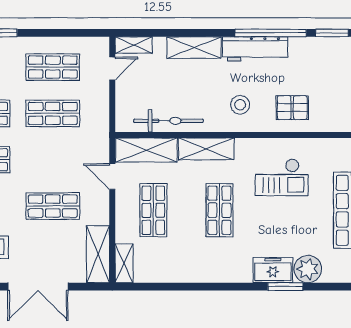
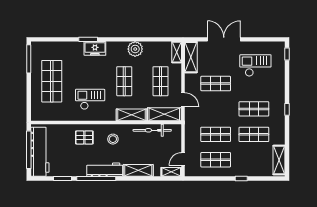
plant: (308, 269) -> (135, 49), moved

